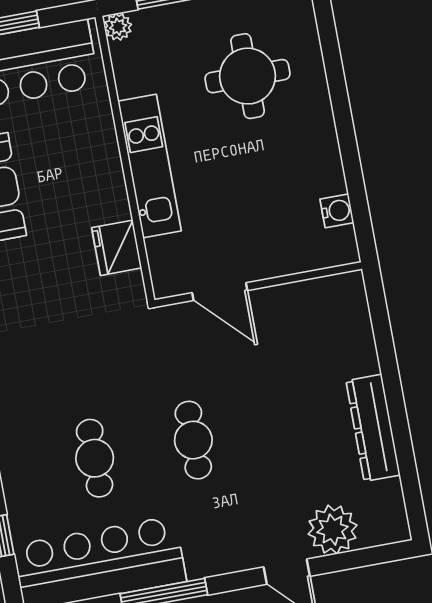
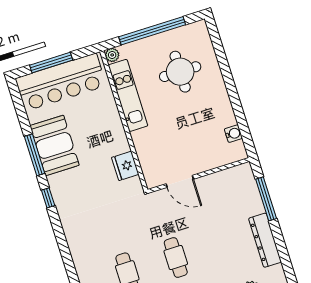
kitchen unit: (150, 166) -> (128, 95), moved
window: (385, 347) -> (266, 199), added

